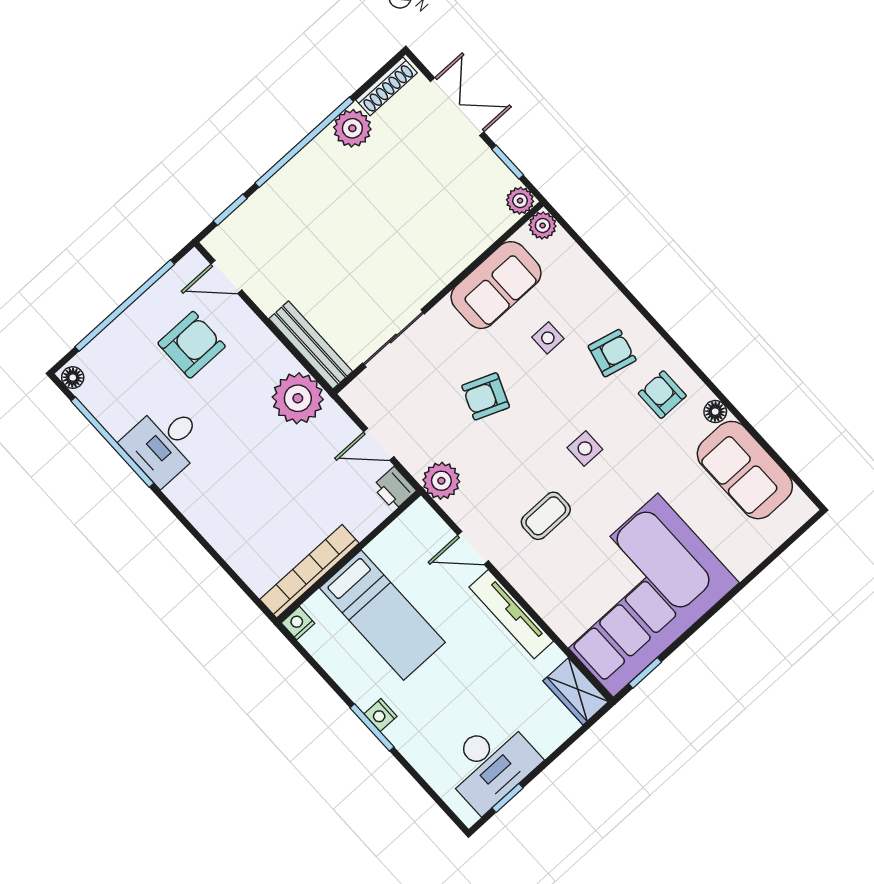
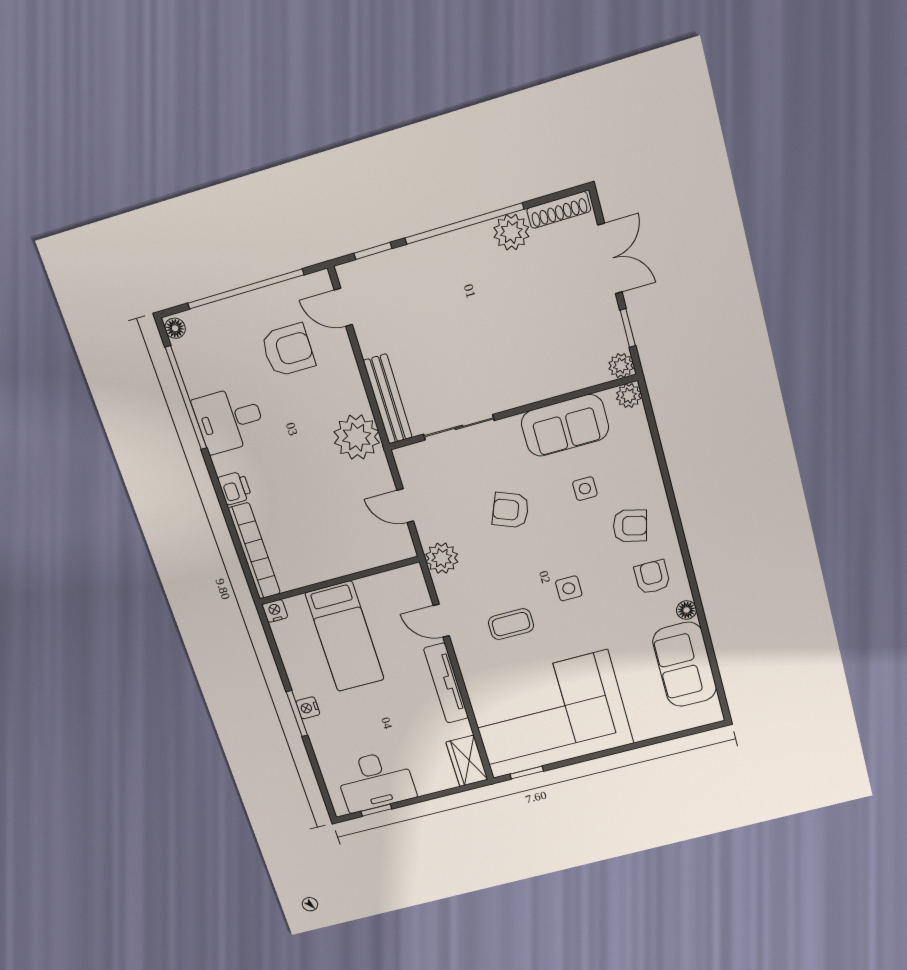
printer: (394, 489) -> (235, 488), moved, turned 180
bookcase: (309, 571) -> (254, 551), moved, turned 90

